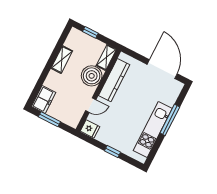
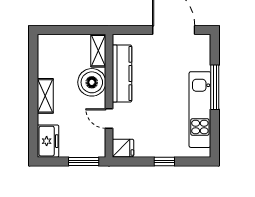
window: (90, 32) -> (63, 30), removed
shelving: (62, 60) -> (45, 96), moved
door: (91, 105) -> (109, 119), swing flipped
window: (49, 119) -> (84, 162), moved

